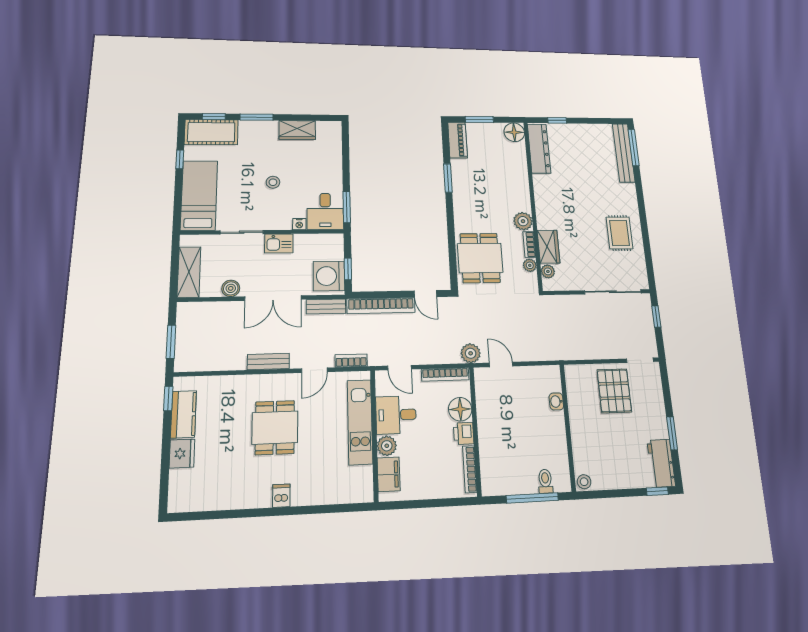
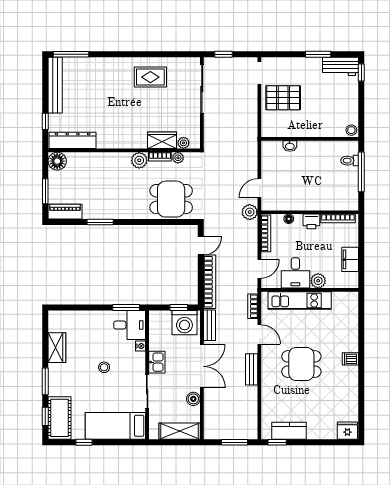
bench: (624, 153) -> (55, 85), moved, turned 90
floor lamp: (460, 409) -> (289, 219), width x0.53, depth x0.53
fridge: (182, 454) -> (347, 431), moved
filing cabinet: (389, 474) -> (350, 259), moved, turned -90

